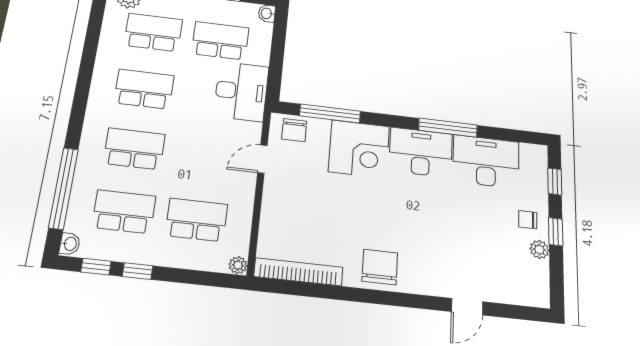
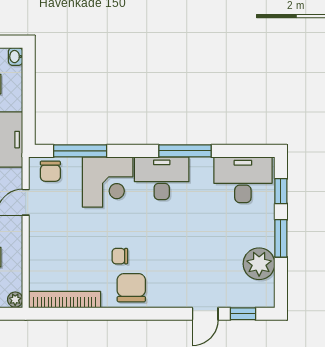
desk: (486, 162) -> (243, 180), moved
chair: (528, 220) -> (120, 256), moved
window: (556, 232) -> (281, 238), width x1.50
plant: (539, 250) -> (259, 264), width x1.88, depth x1.88
window: (512, 312) -> (243, 314), added

